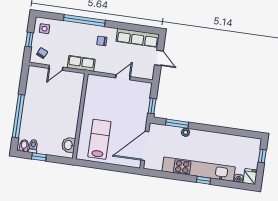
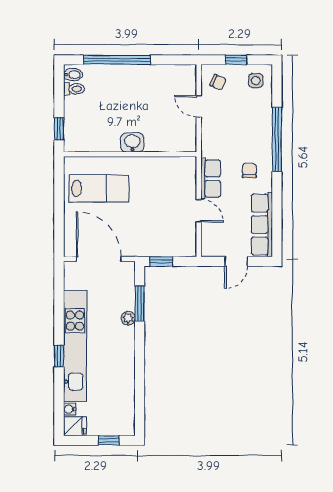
row of seats: (81, 63) -> (211, 179), moved
washbasin: (69, 145) -> (132, 142), moved
window: (39, 157) -> (59, 129), moved

